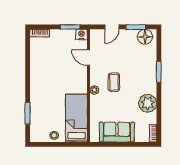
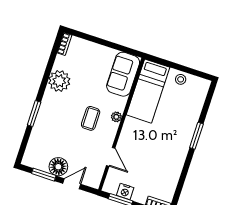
nightstand: (81, 35) -> (125, 191), moved
floor lamp: (145, 37) -> (58, 167), moved
window: (28, 113) -> (196, 136), moved
sofa: (117, 132) -> (123, 74), moved, turned 90

